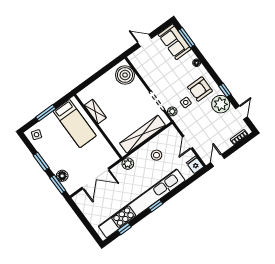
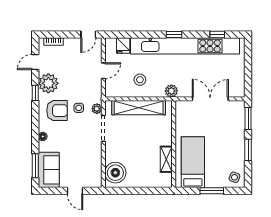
fridge: (195, 165) -> (123, 46), moved
floor lamp: (62, 176) -> (239, 123), removed

